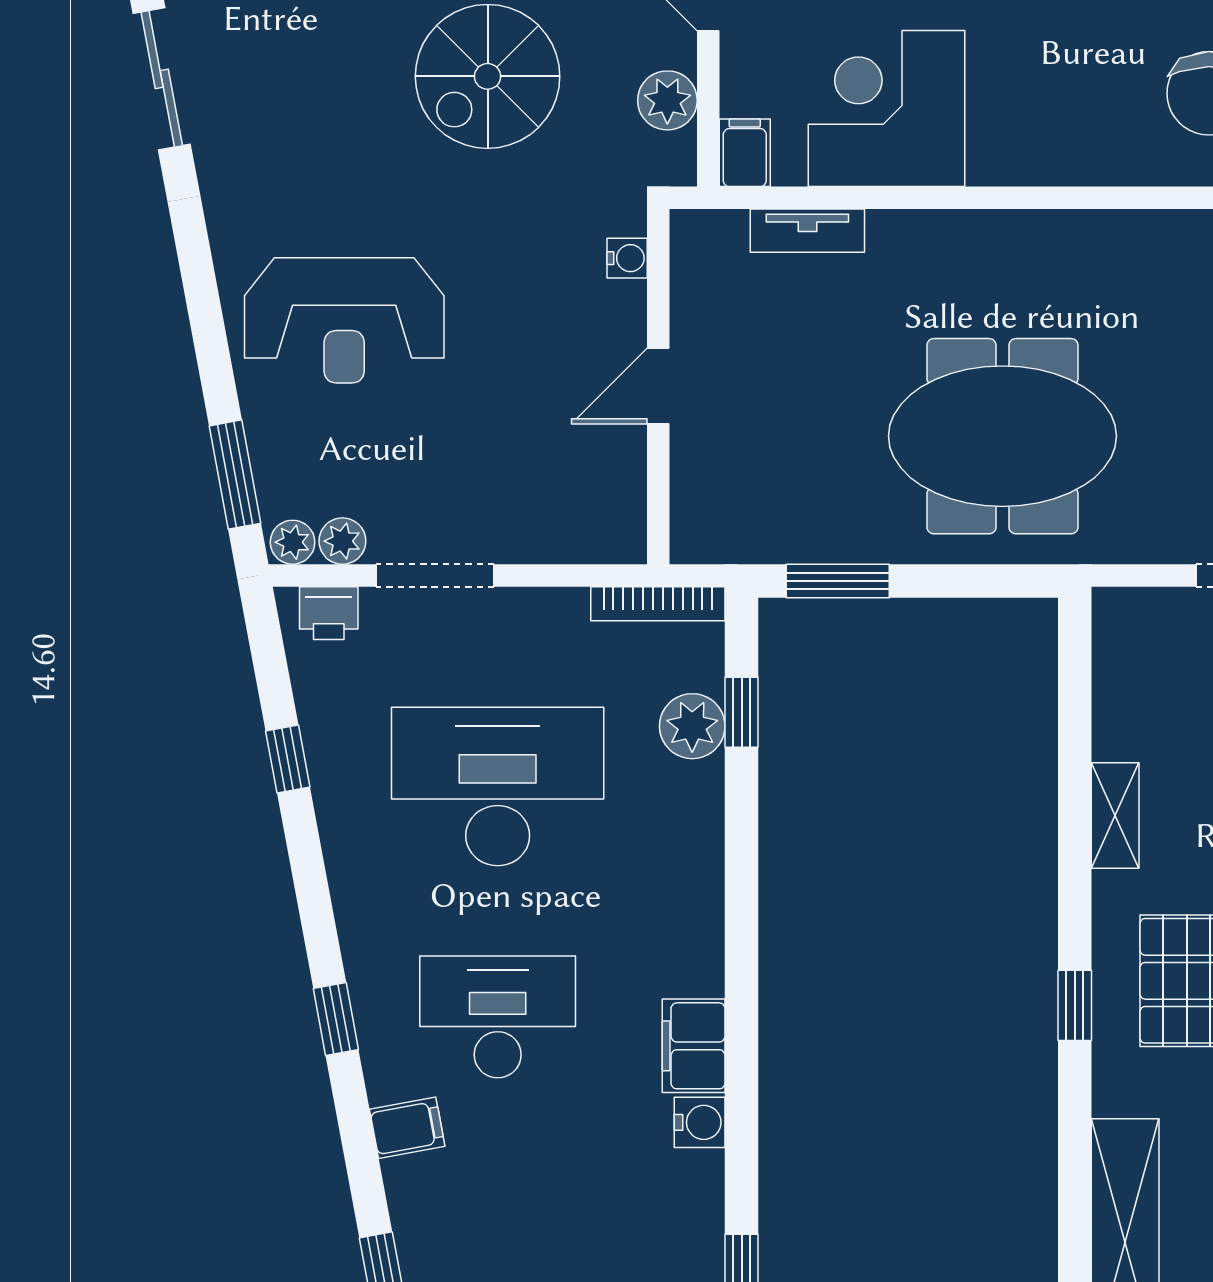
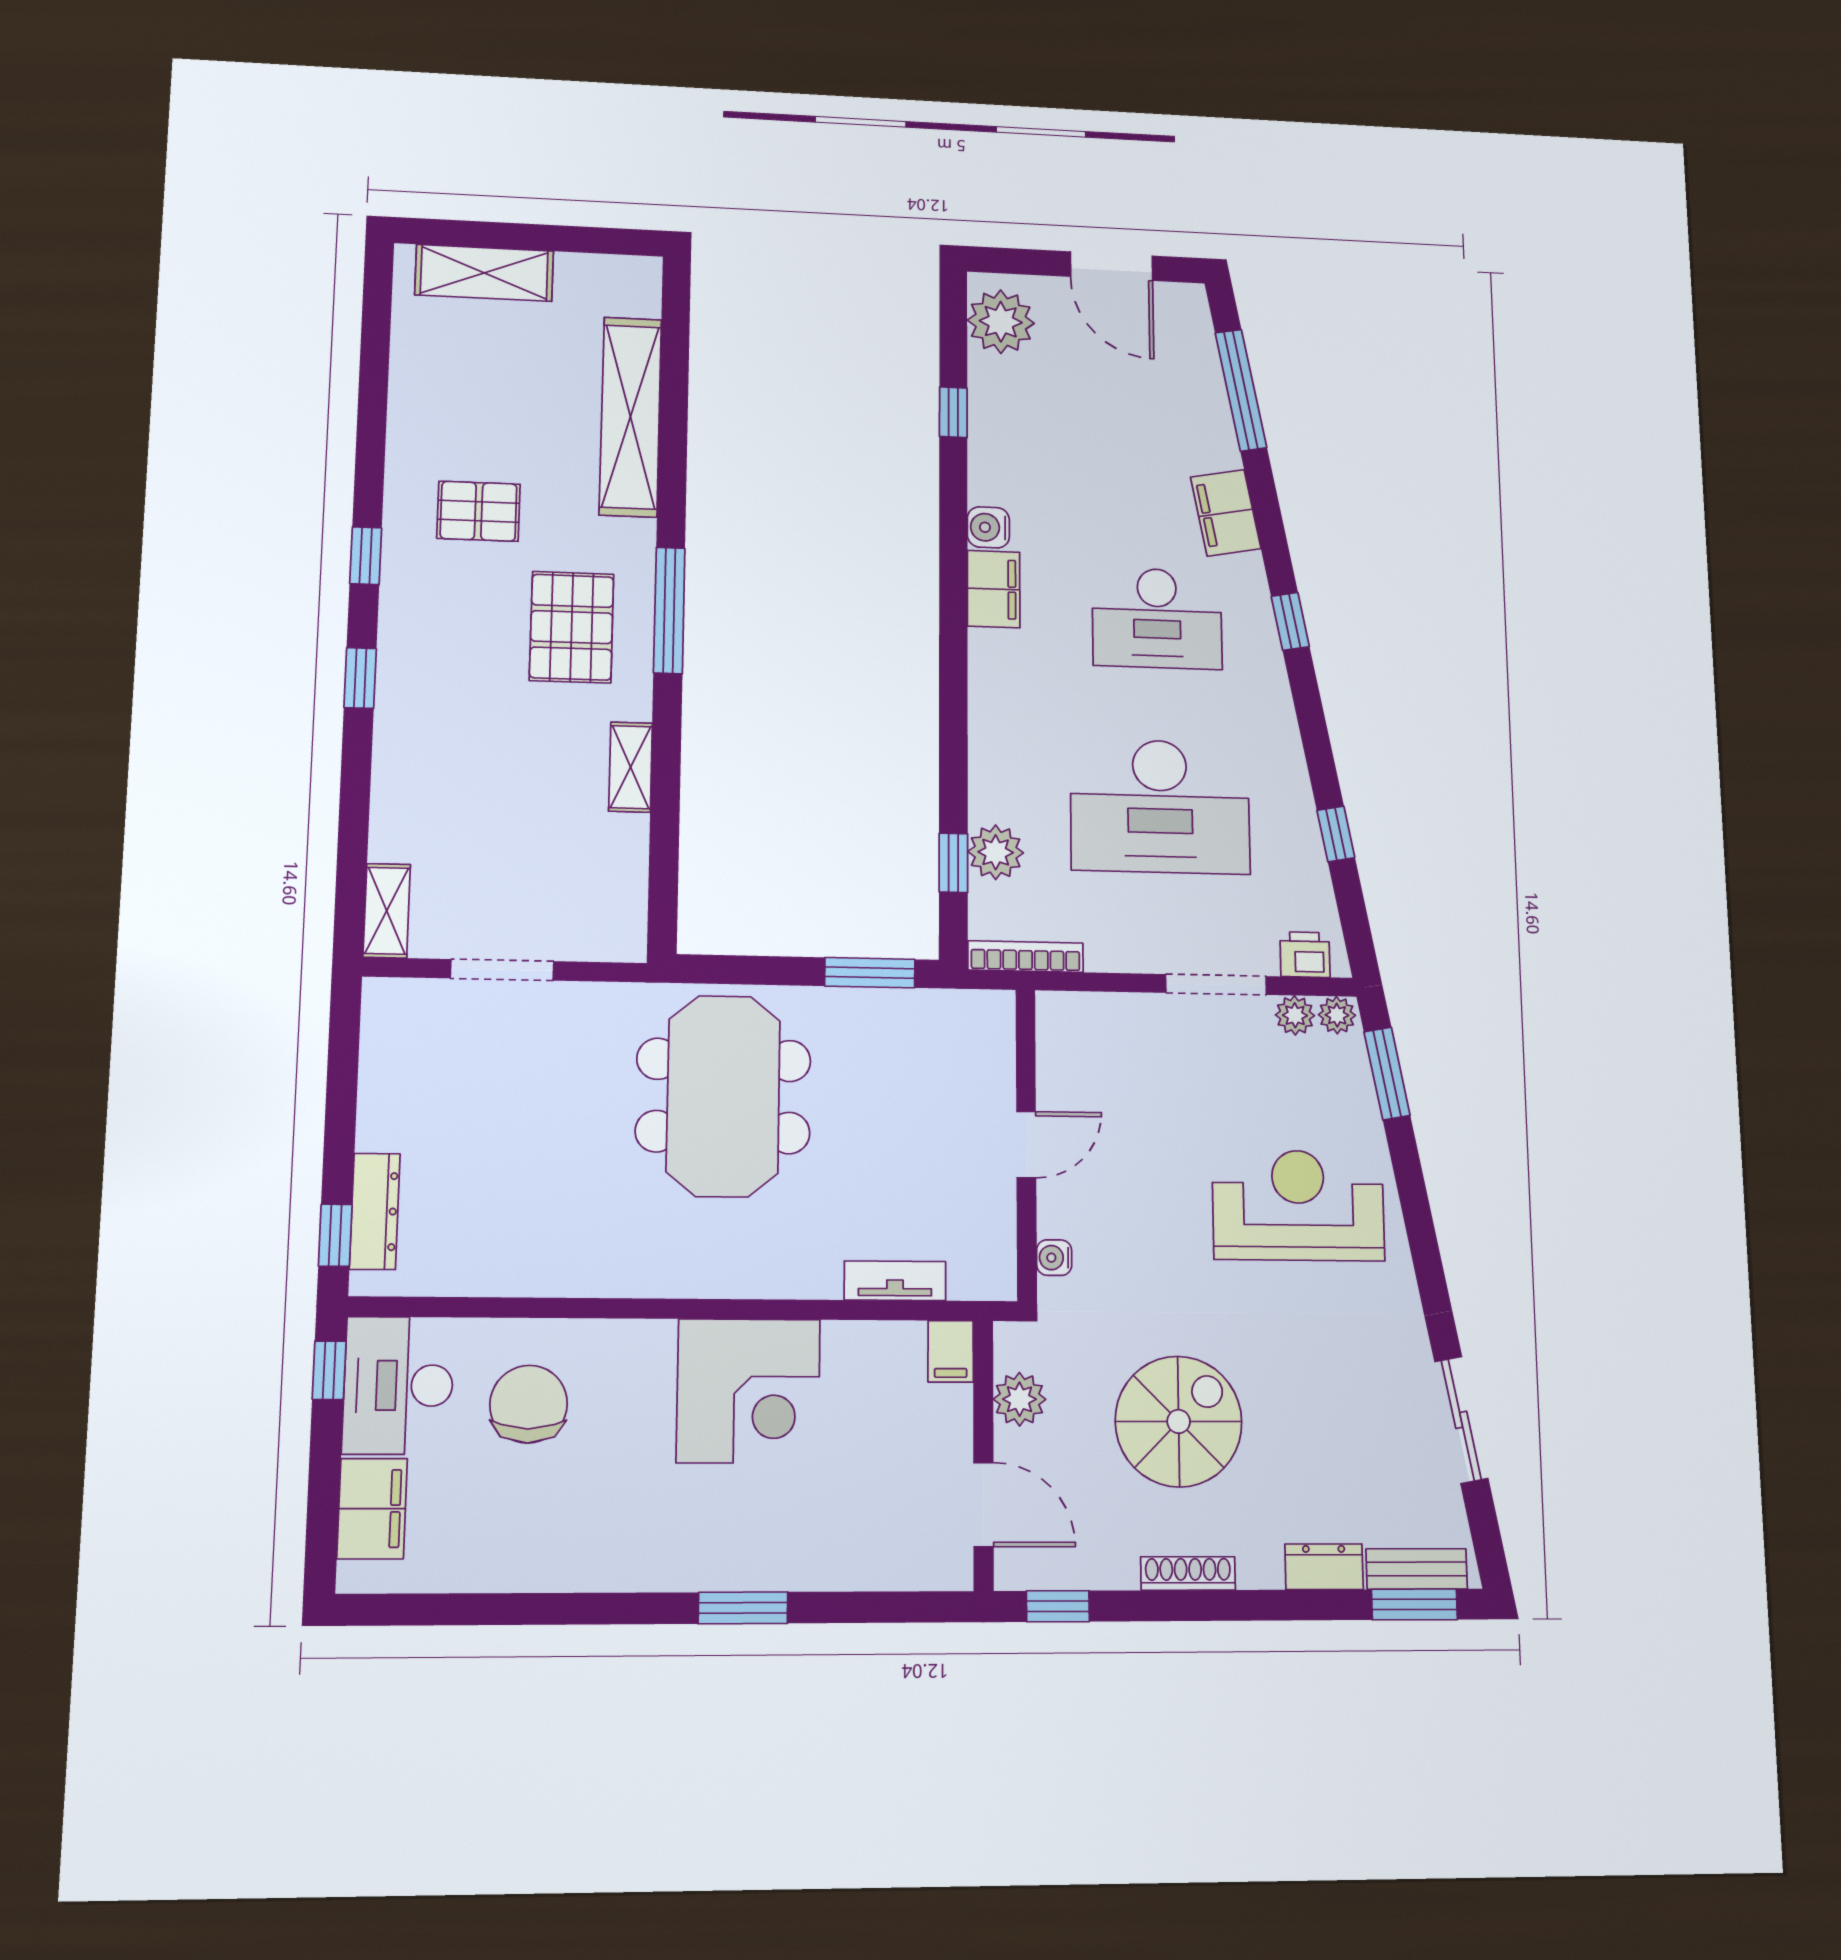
corner desk: (887, 109) -> (748, 1391), moved
meeting table: (1002, 436) -> (723, 1096), turned 90
window: (1075, 1005) -> (669, 610), width x2.17
filing cabinet: (407, 1128) -> (1226, 513), width x2.00

